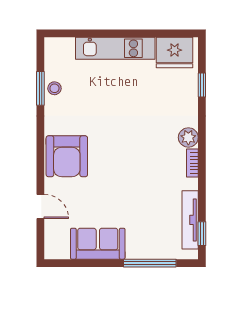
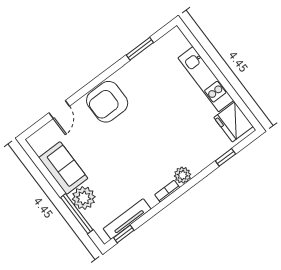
stool: (54, 88) -> (147, 58), removed
plant: (140, 246) -> (84, 198), added

